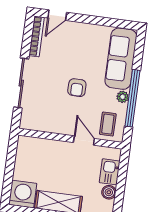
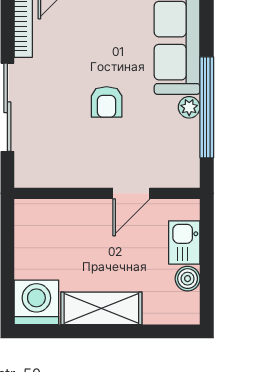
coffee table: (108, 124) -> (170, 159), removed
door: (84, 141) -> (131, 193), swing flipped

